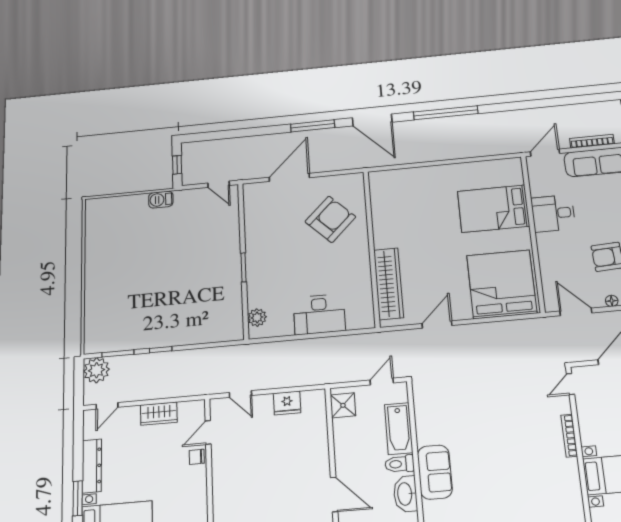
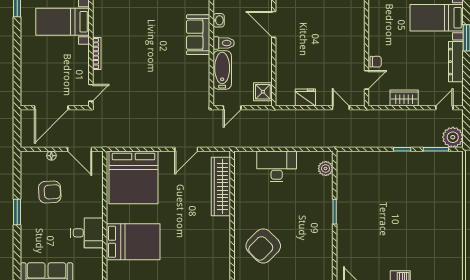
washbasin: (405, 494) -> (219, 20), width x0.52, depth x0.69

